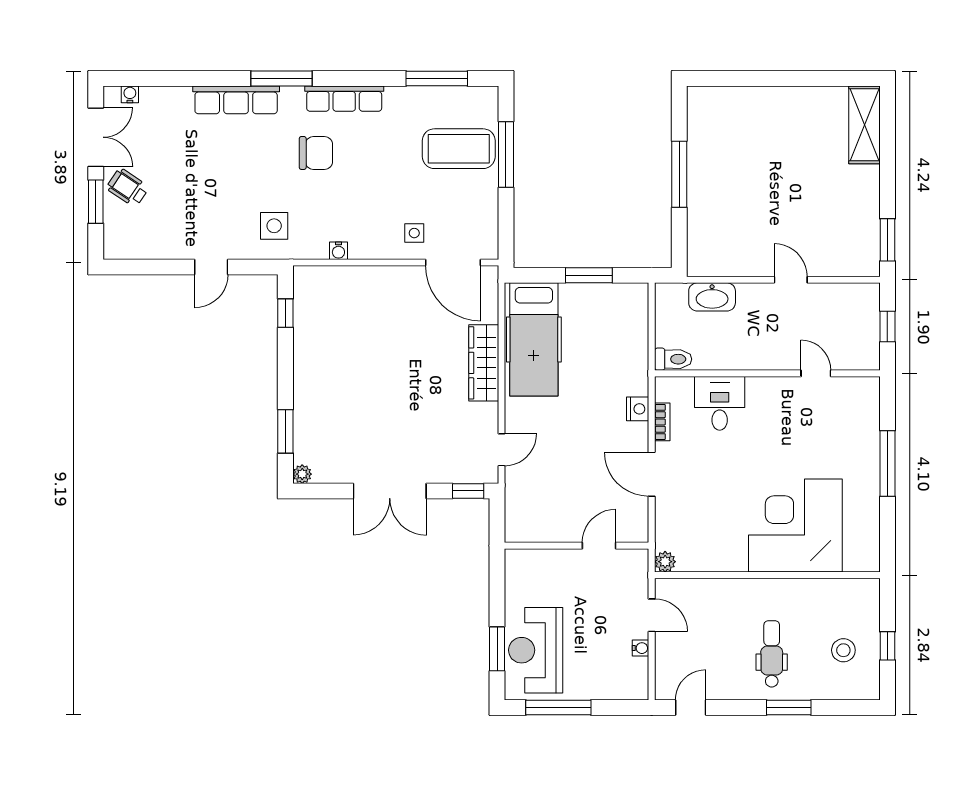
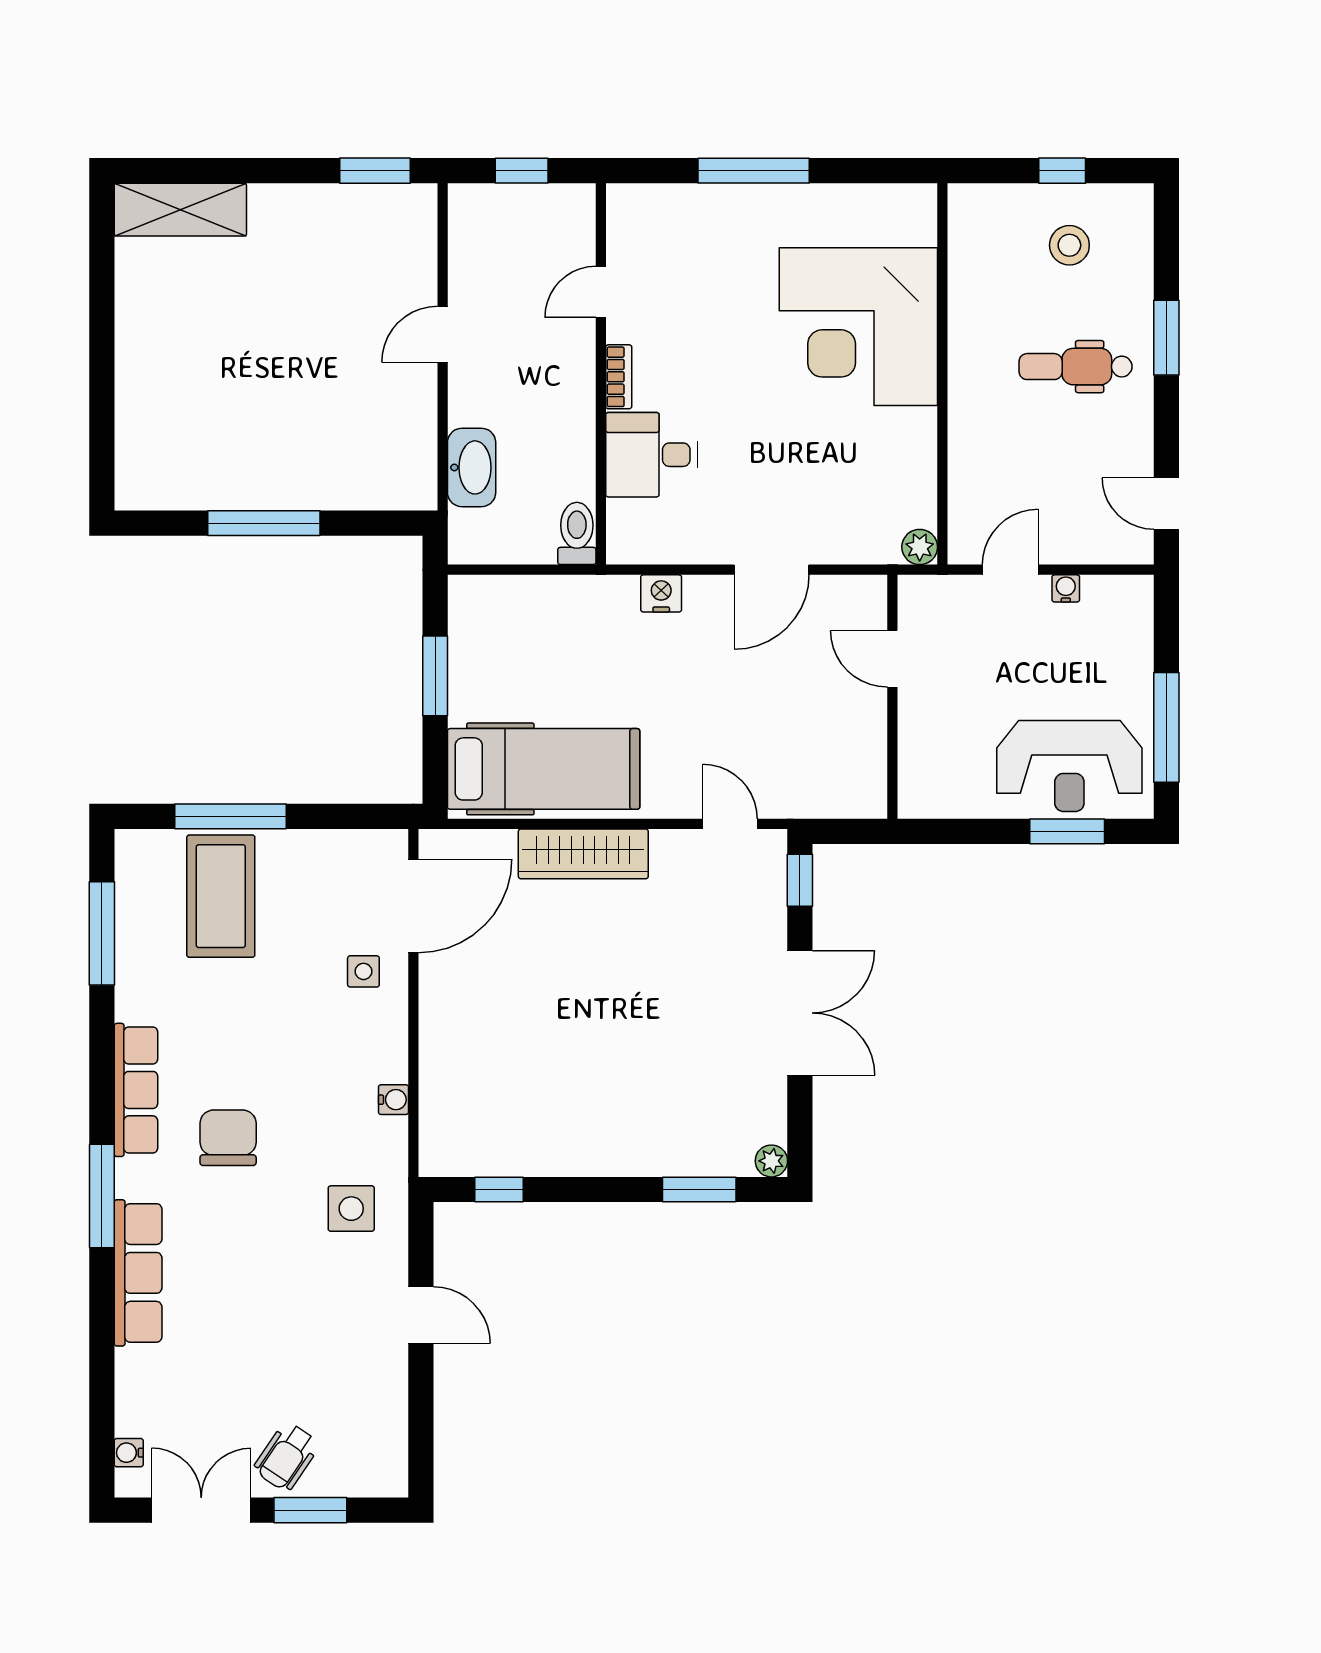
bookcase: (662, 422) -> (619, 377), moved, turned 90

